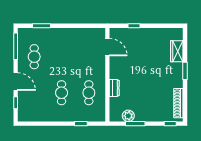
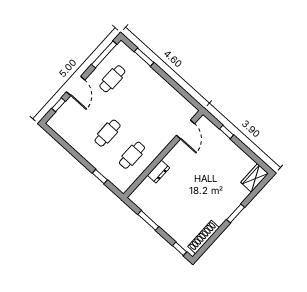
wardrobe: (177, 51) -> (255, 178), moved
plant: (128, 116) -> (148, 208), removed

